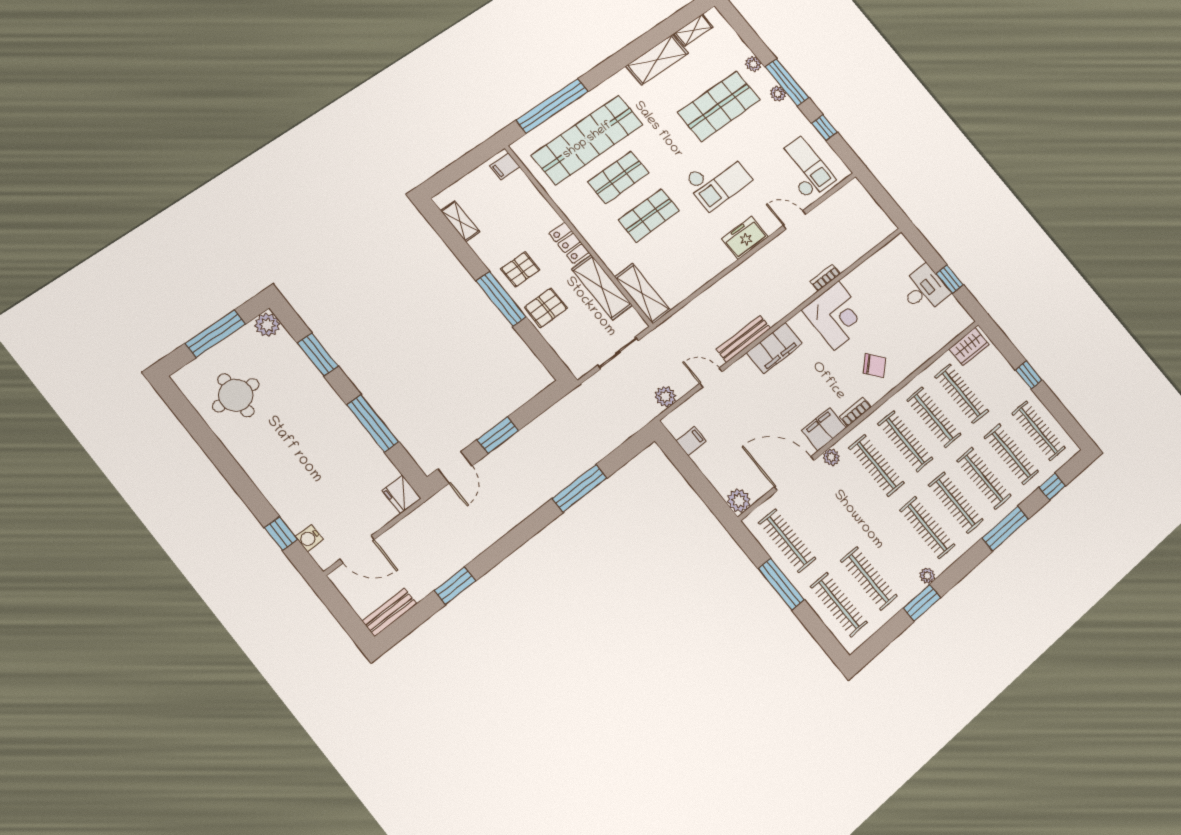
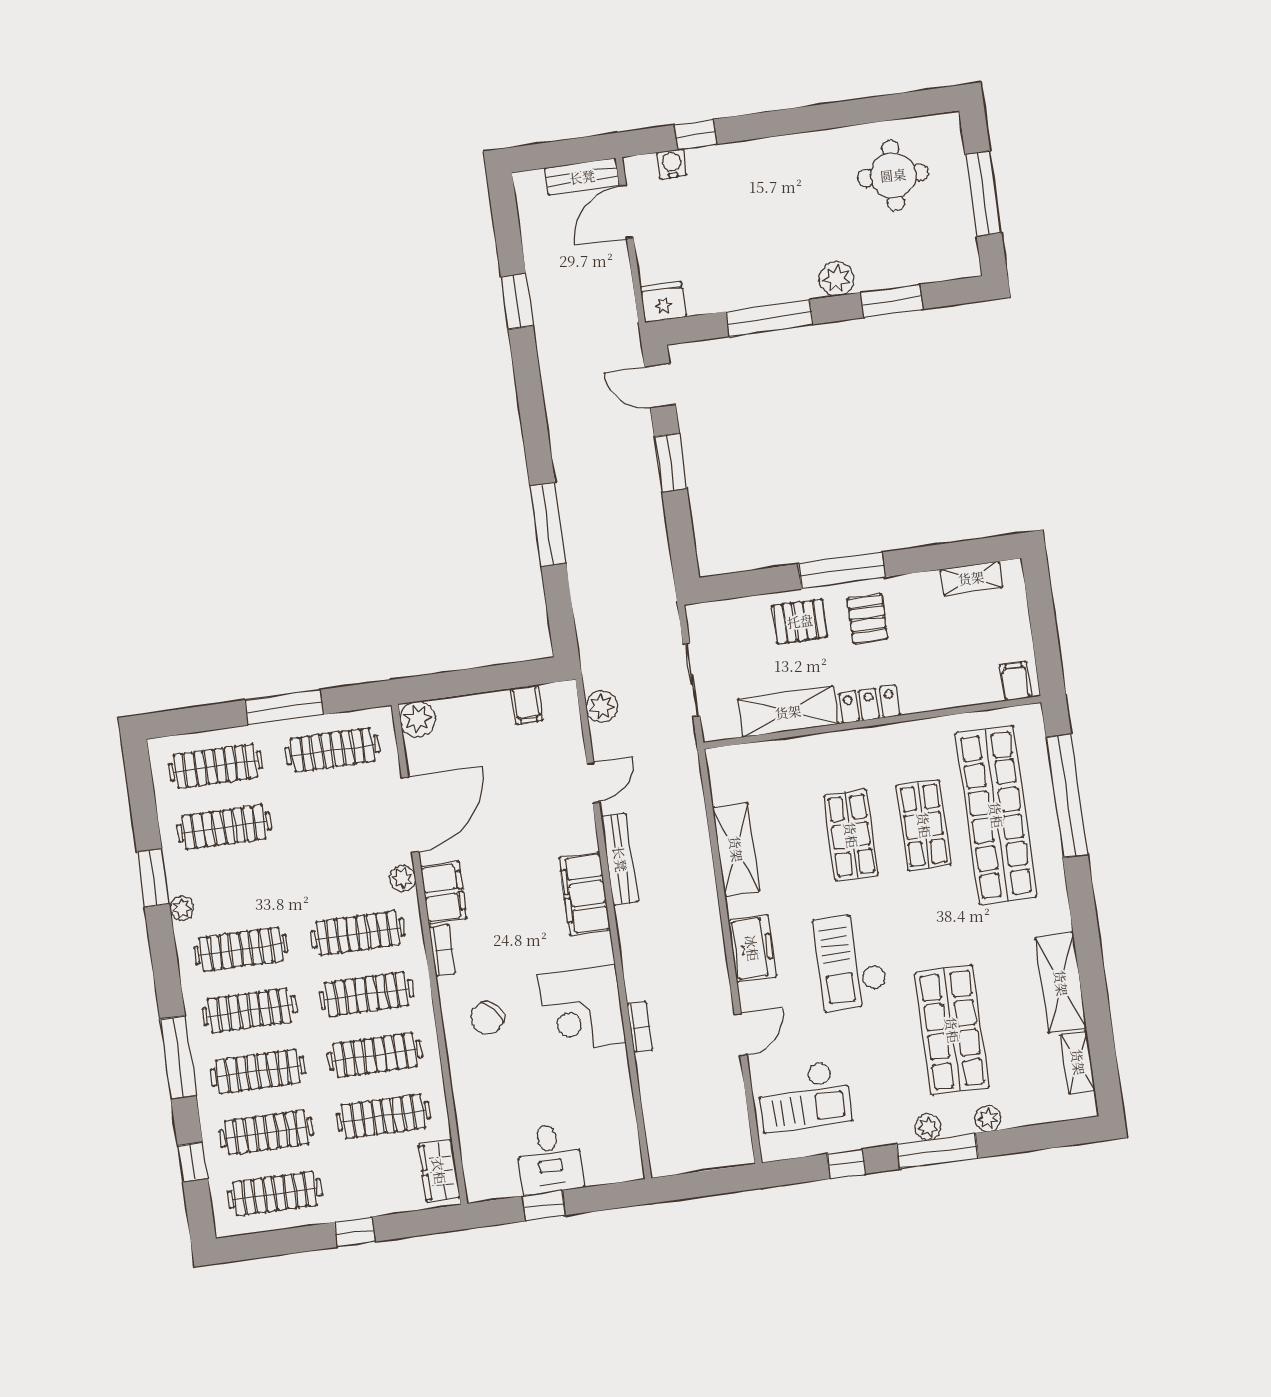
shelving: (643, 294) -> (736, 849), moved, turned 90
pallet: (546, 308) -> (800, 621), turned 90
plant: (267, 325) -> (837, 279), moved
bench: (389, 612) -> (582, 177), moved, turned 90

